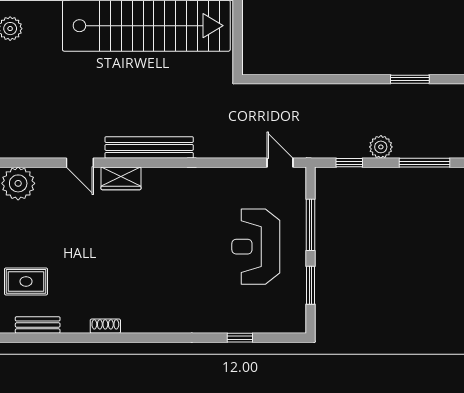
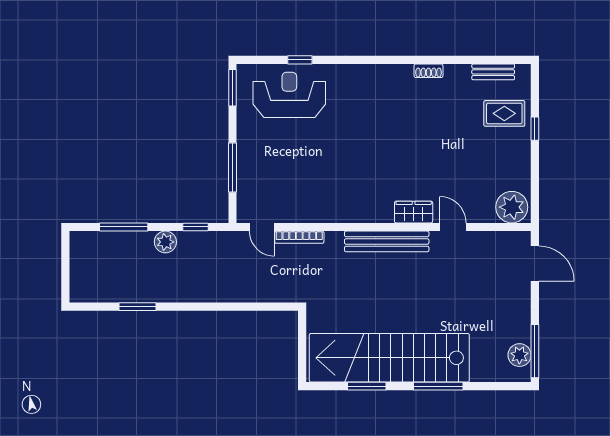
bookcase: (241, 152) -> (299, 237), added
reception desk: (256, 247) -> (289, 95), moved, turned -90
window: (311, 285) -> (232, 88), moved

